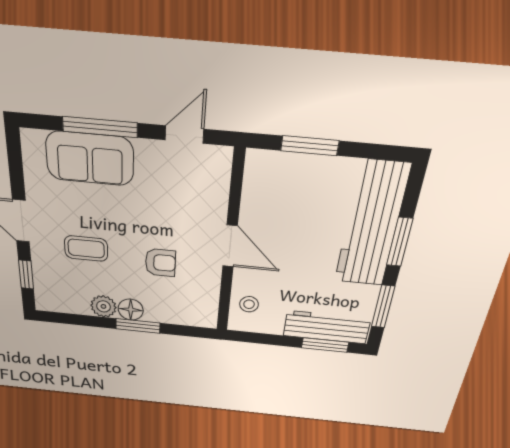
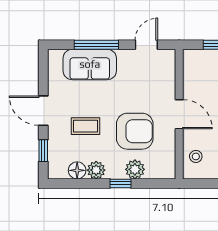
armchair: (160, 263) -> (135, 131), width x1.88, depth x1.88
floor lamp: (131, 310) -> (77, 170), moved
plant: (159, 311) -> (135, 169), added
window: (138, 326) -> (120, 183), width x0.67

